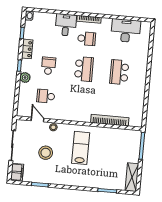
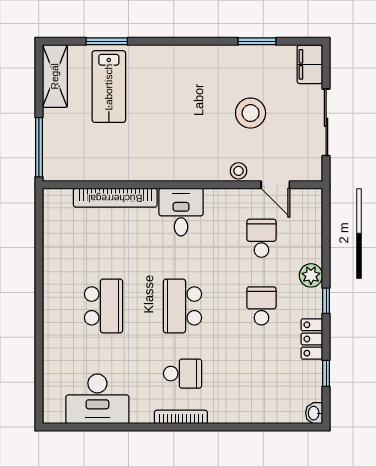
desk: (66, 25) -> (181, 212), moved, turned 180
school desk: (87, 39) -> (182, 374), turned 180
school desk: (48, 66) -> (261, 306), turned 180
school desk: (46, 96) -> (261, 238), turned -90
lab bench: (81, 148) -> (109, 87), moved

